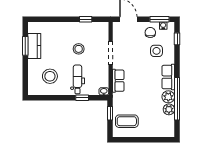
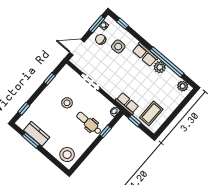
window: (45, 19) -> (24, 109), added
stool: (50, 76) -> (67, 155), moved
row of seats: (118, 81) -> (127, 103), moved
plant: (169, 109) -> (183, 86), moved

